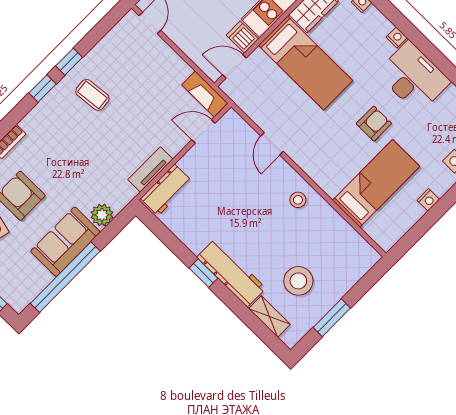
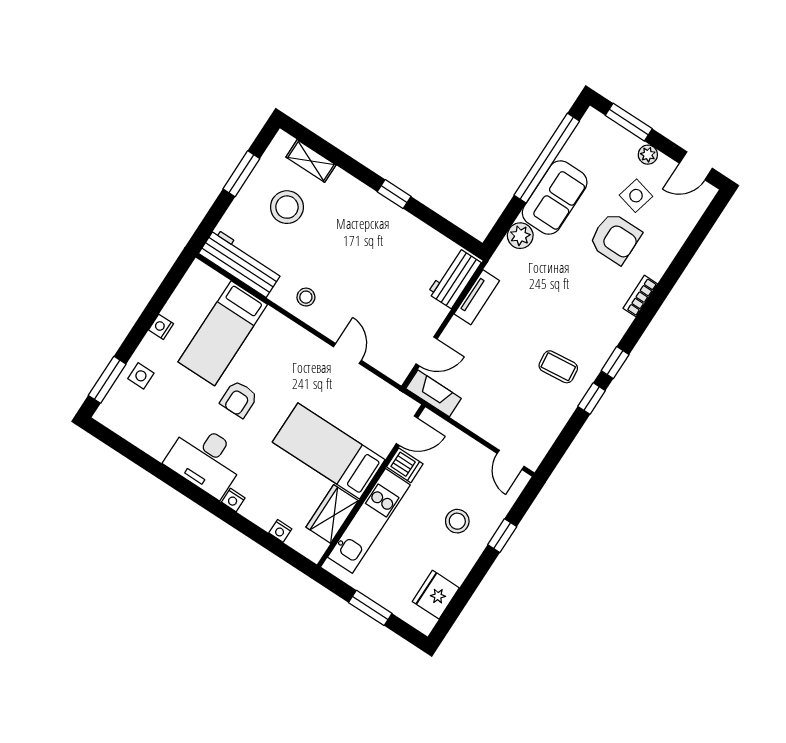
workbench: (231, 273) -> (241, 263), moved, turned 180

